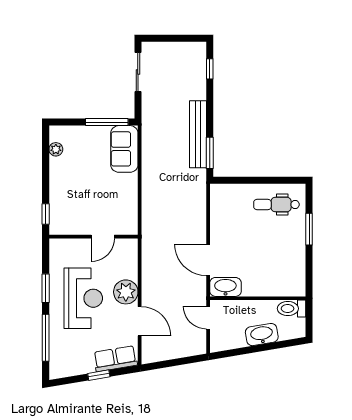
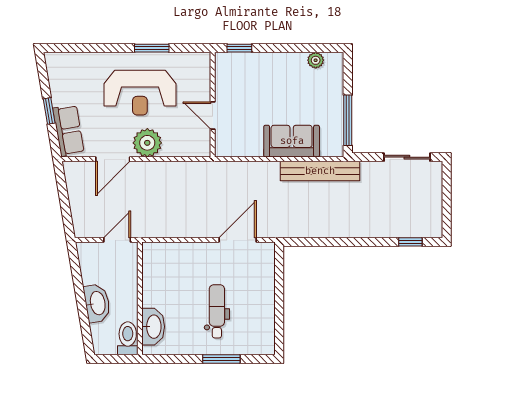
bench: (198, 134) -> (320, 171), moved
sofa: (124, 149) -> (292, 141), moved
window: (210, 153) -> (311, 242), removed
dental chair: (277, 205) -> (217, 311), moved
door: (208, 260) -> (238, 240), moved
washbasin: (225, 287) -> (153, 327), moved
window: (46, 338) -> (93, 48), removed

